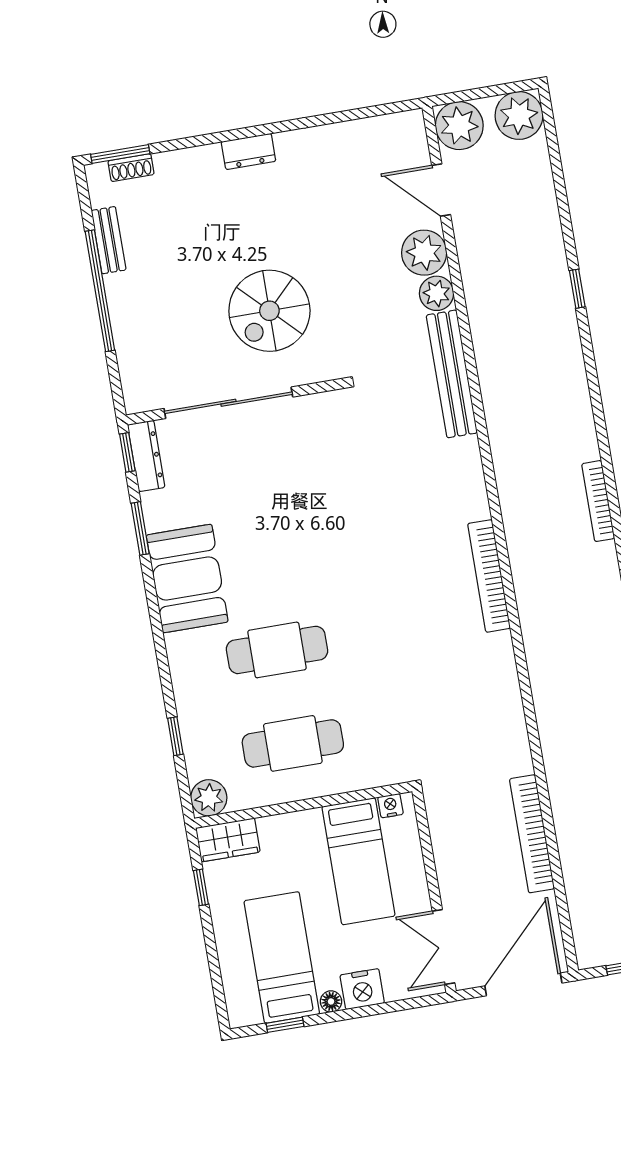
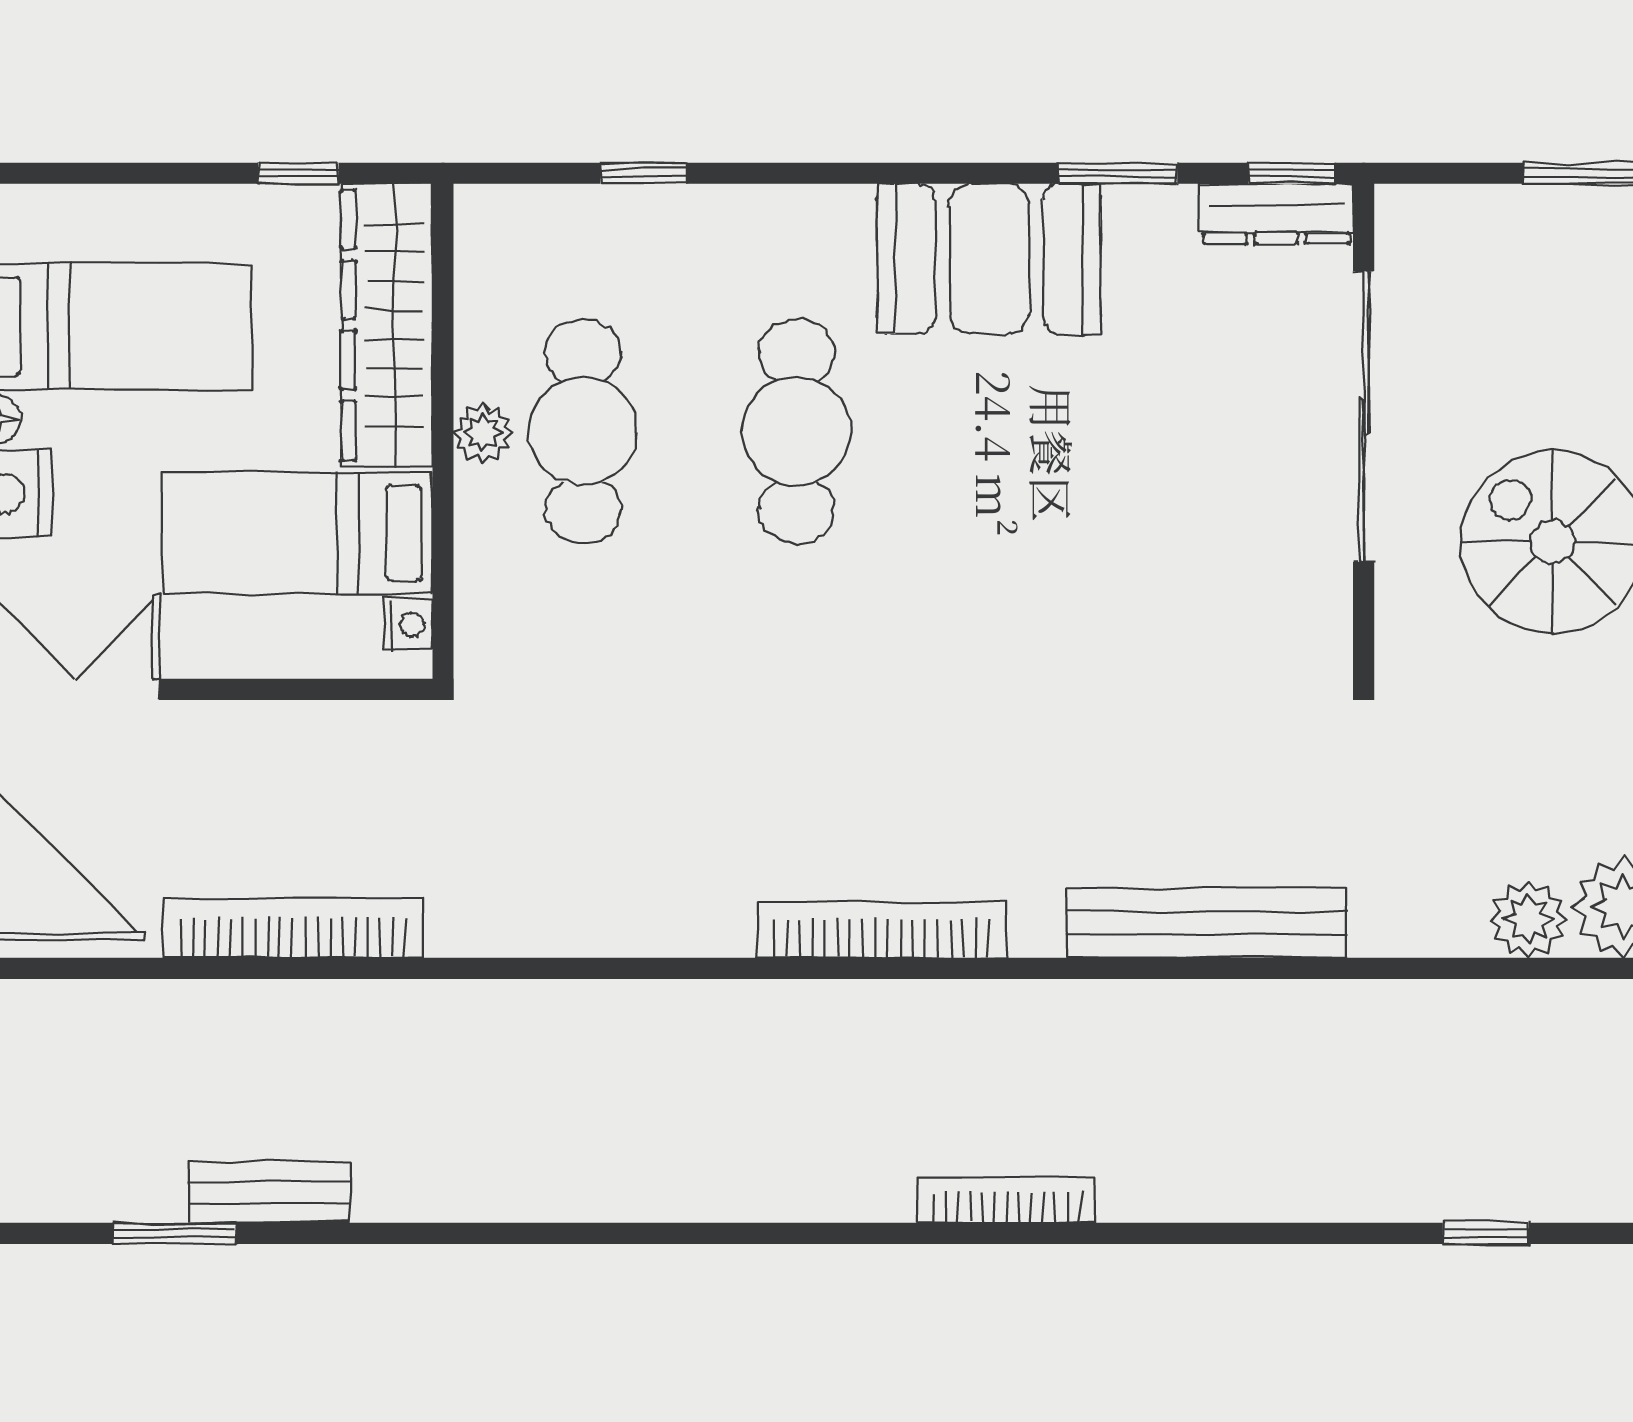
bench: (452, 374) -> (1207, 923), moved
plant: (209, 798) -> (483, 433), moved, width x0.73, depth x0.73
wardrobe: (228, 840) -> (387, 325), width x2.10, depth x1.17

